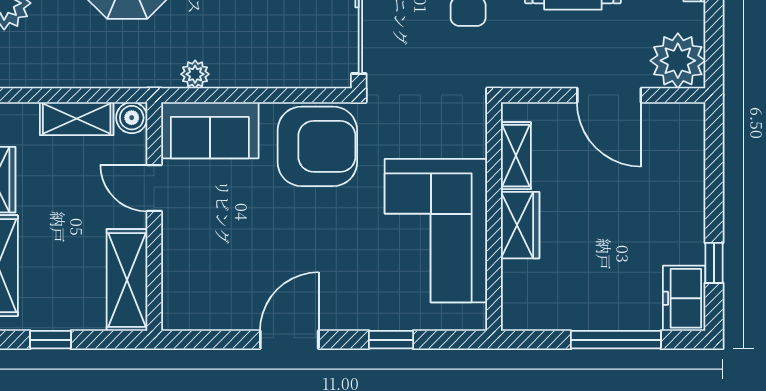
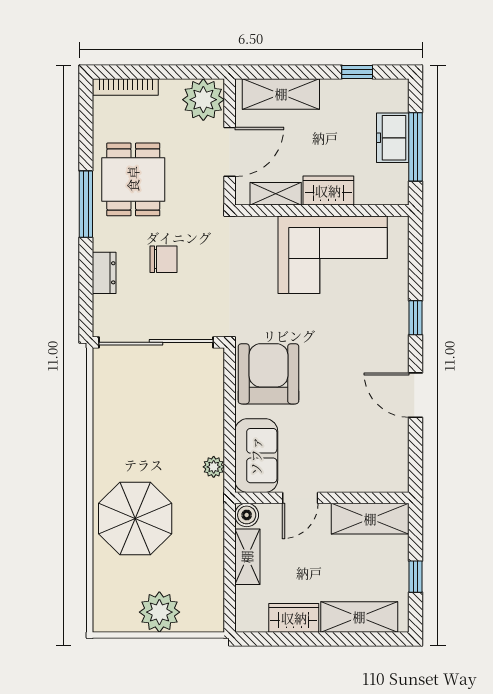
shelving: (516, 156) -> (276, 194), moved
shelving: (685, 163) -> (281, 94), added
wall: (494, 217) -> (322, 211), moved
wardrobe: (520, 225) -> (328, 191), moved
corner sofa: (436, 231) -> (333, 255), moved
freezer: (684, 298) -> (393, 138), moved, turned 90

